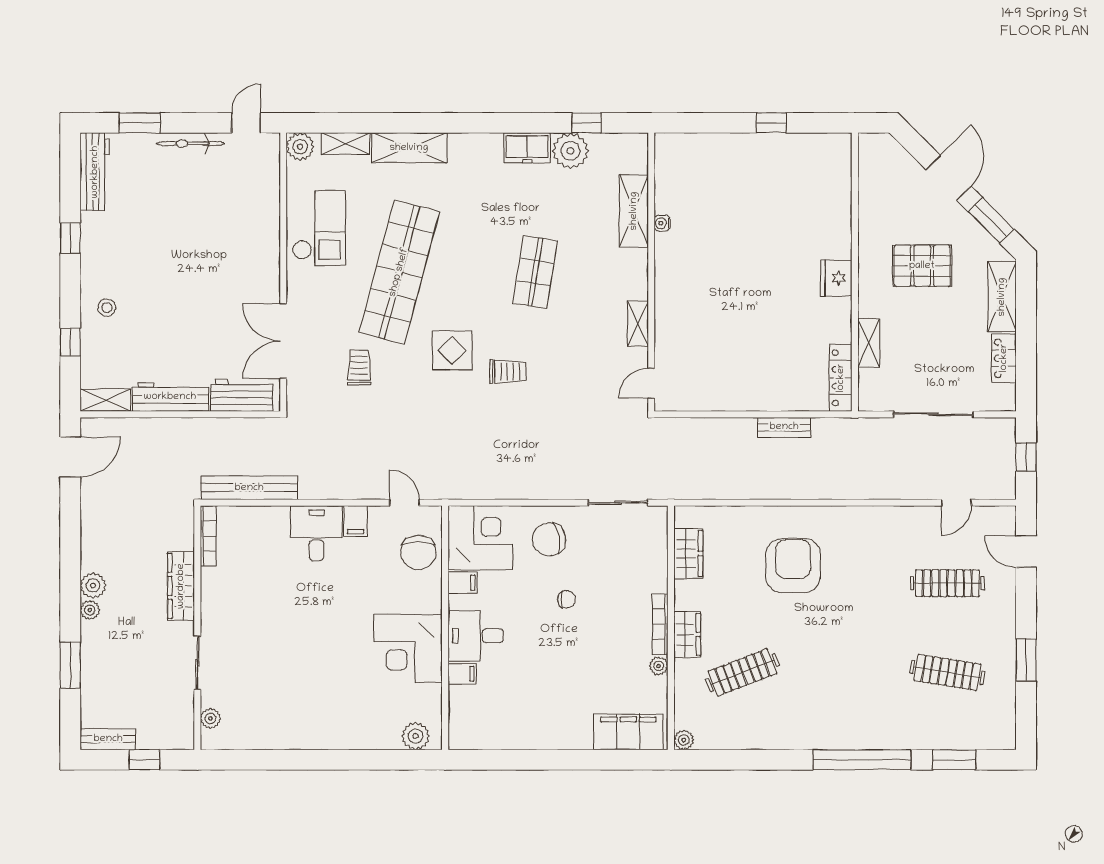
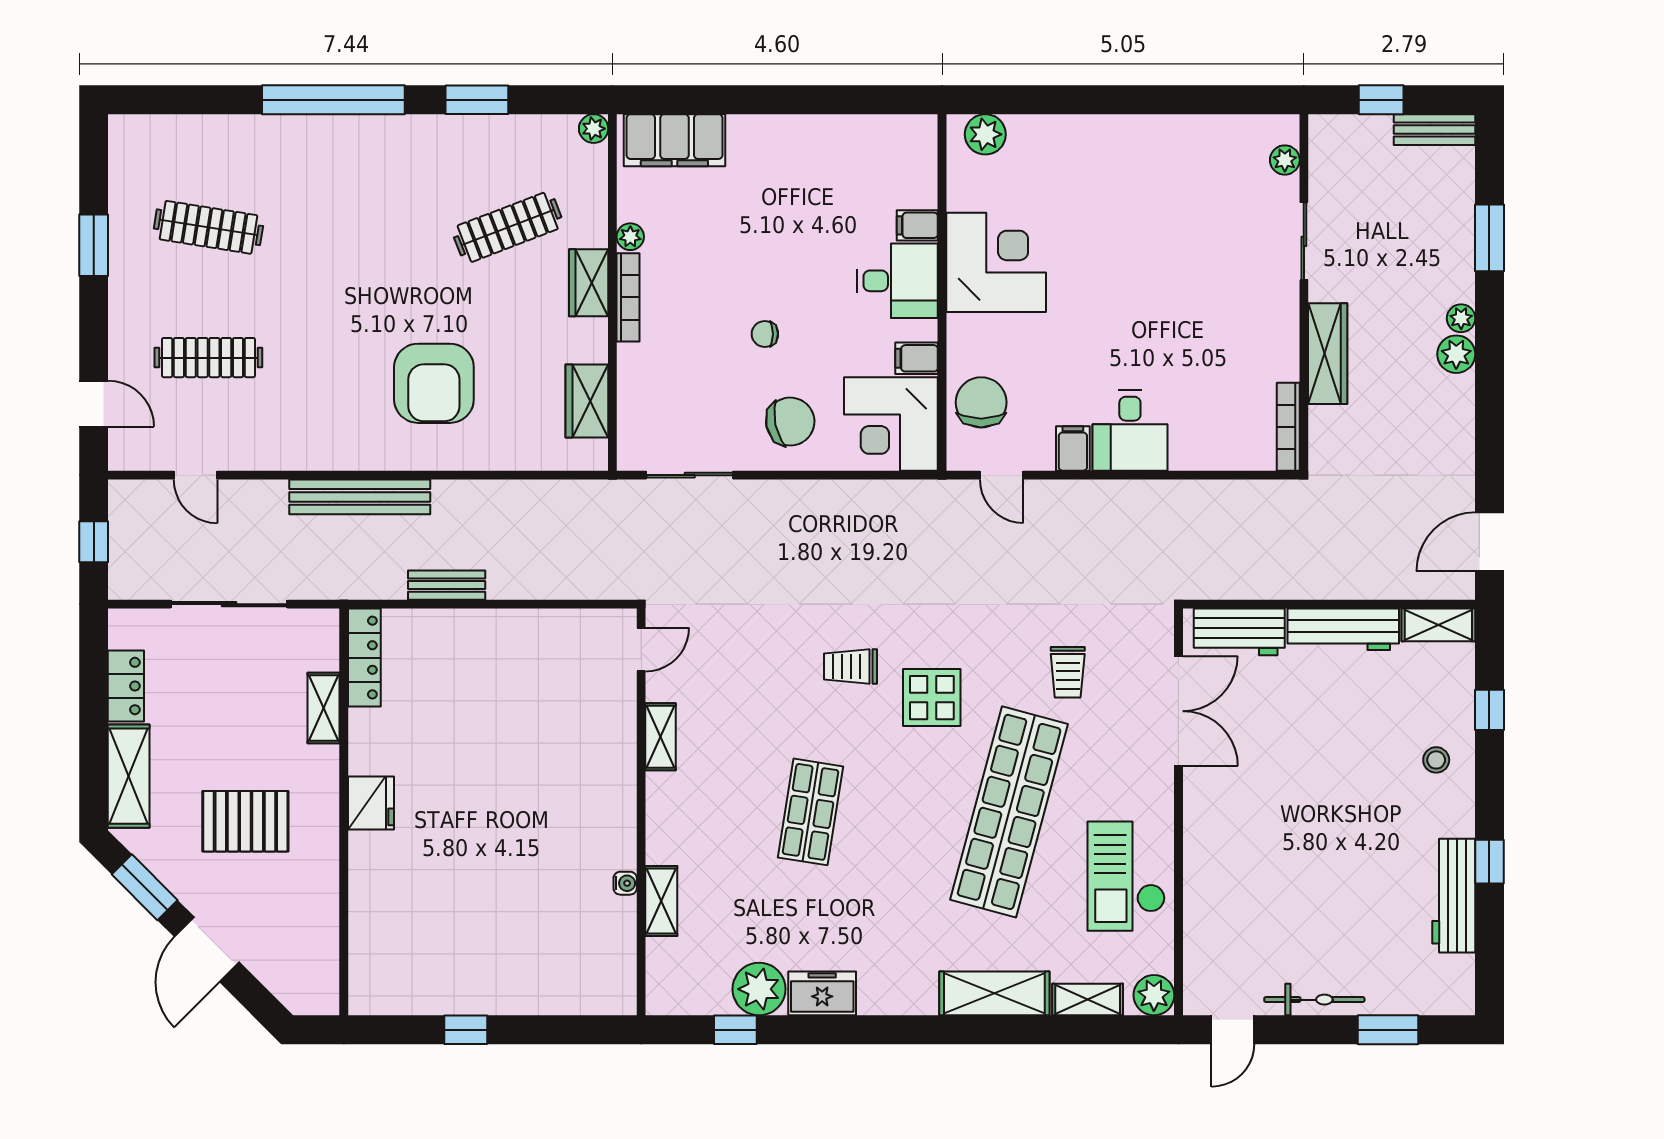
workbench: (95, 172) -> (1454, 896), moved
shelving: (634, 211) -> (661, 901), width x0.67, depth x0.75
bench: (249, 488) -> (360, 497), moved
door: (956, 503) -> (195, 475), swing flipped
window: (954, 760) -> (477, 100), moved

